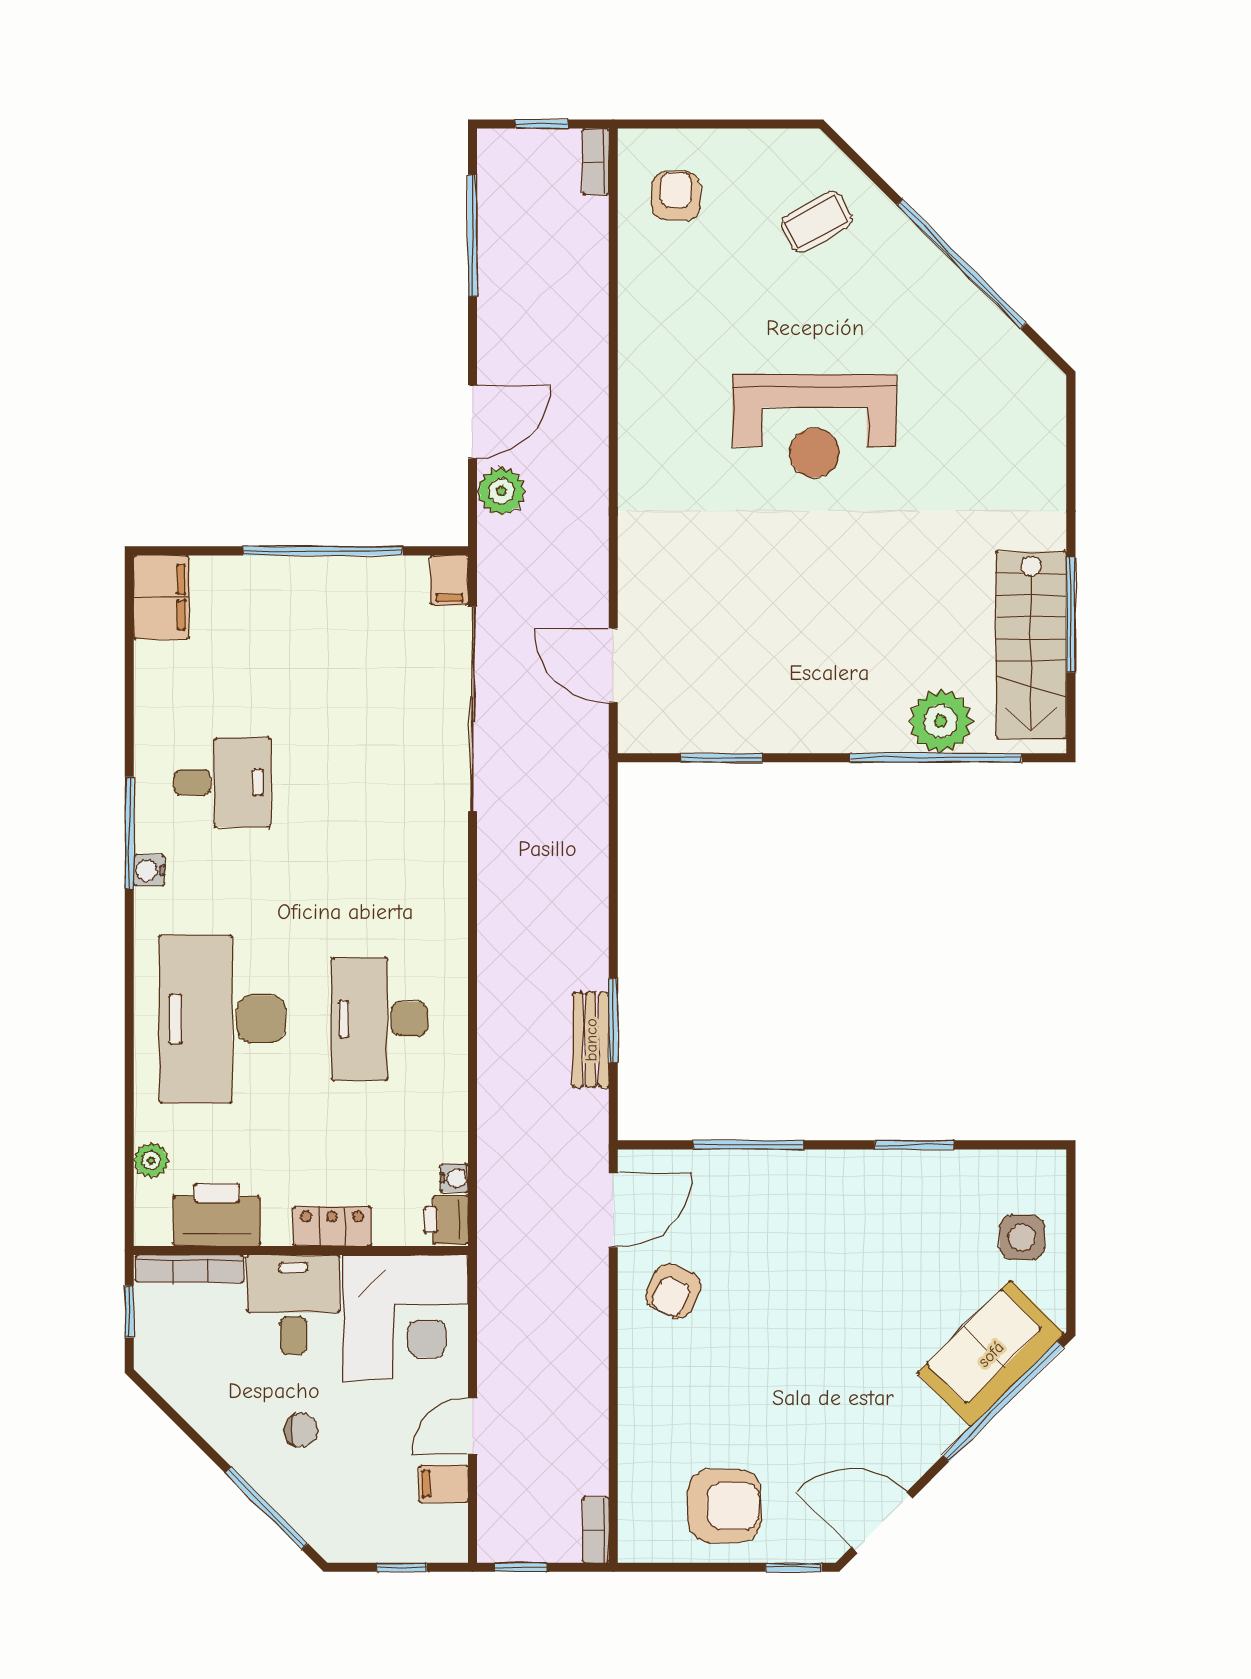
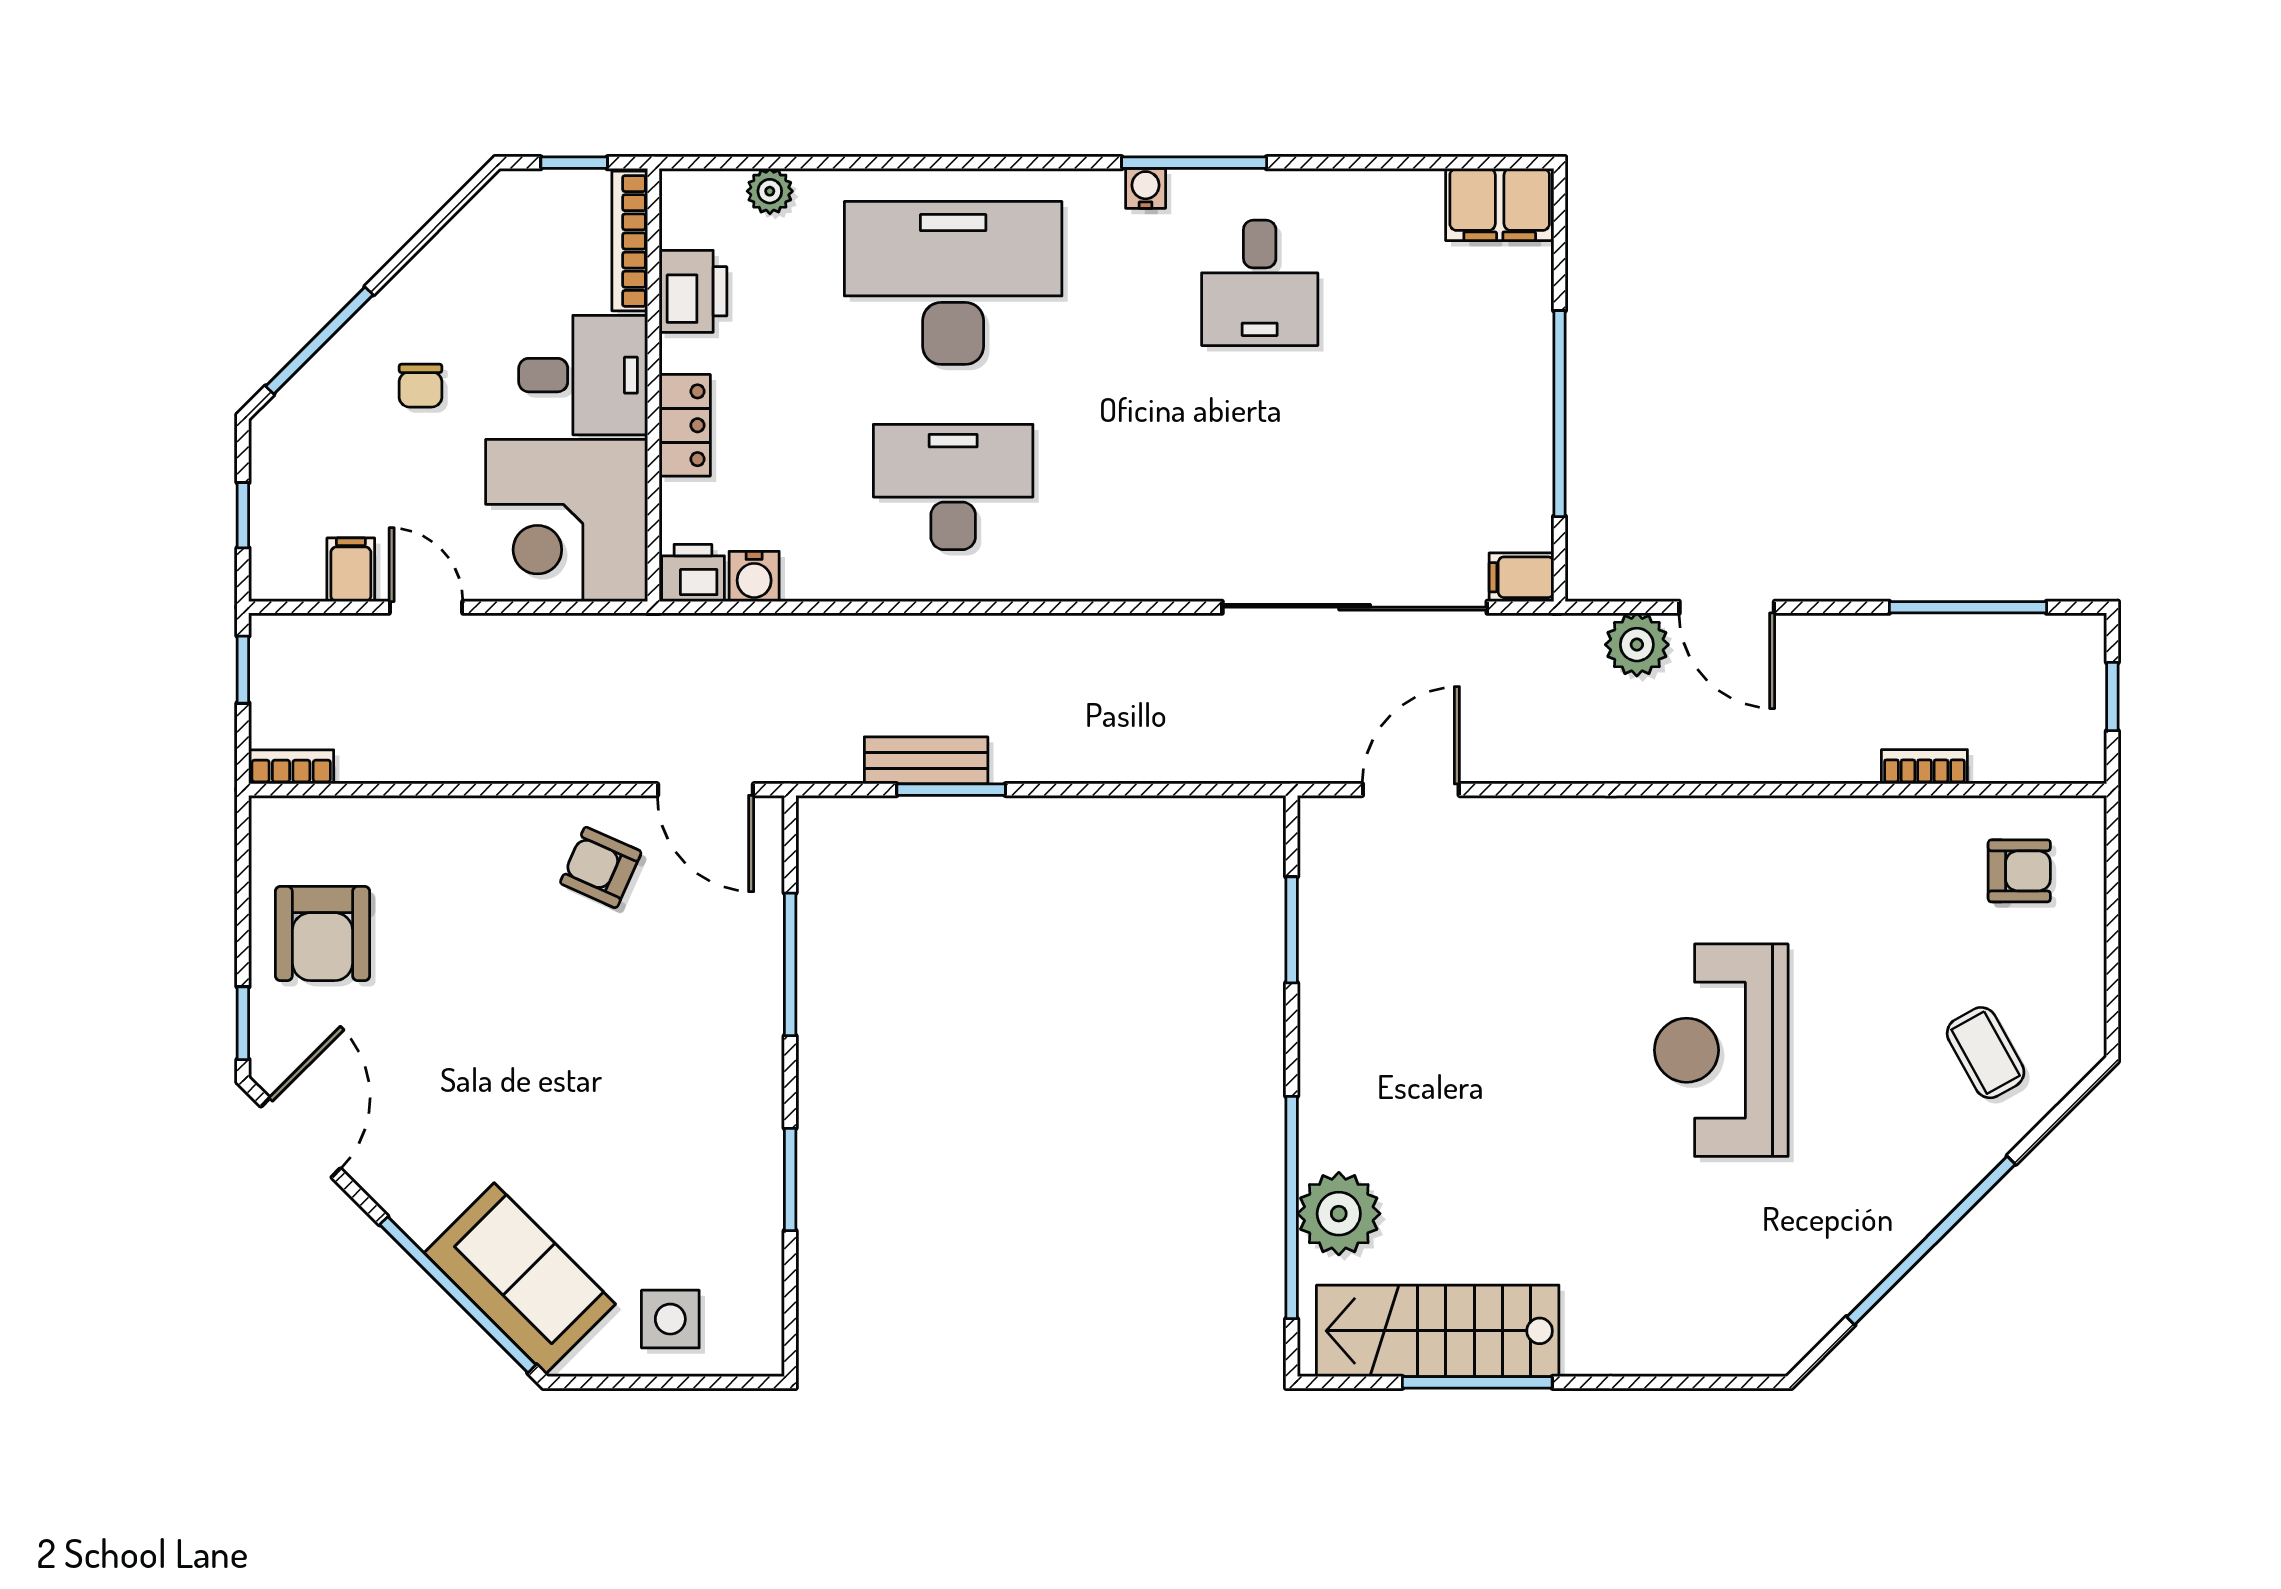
bookcase: (596, 162) -> (1924, 767), moved
water cooler: (454, 1178) -> (754, 576), width x1.38, depth x1.38
printer: (217, 1215) -> (693, 291), width x0.73, depth x0.84

